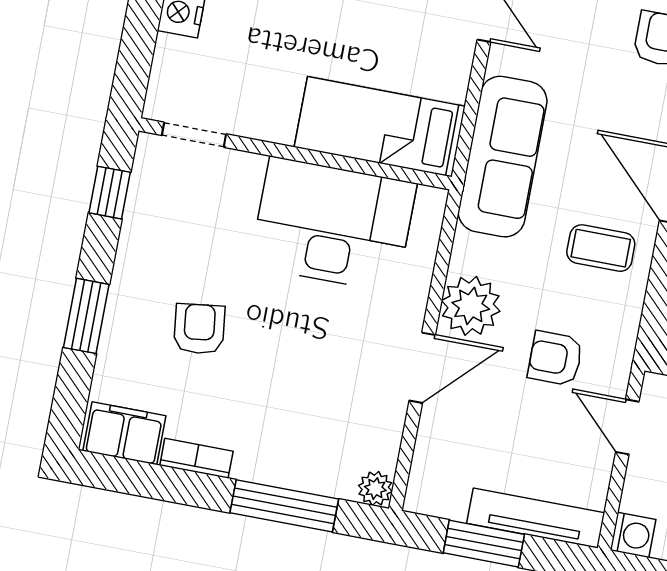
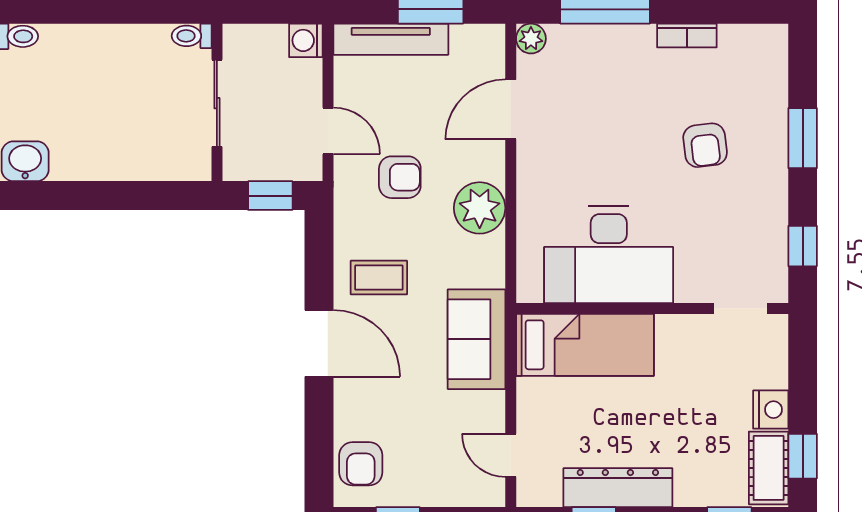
sofa: (503, 157) -> (476, 339), width x0.73
door: (422, 368) -> (511, 109), moved
filing cabinet: (124, 433) -> (752, 45), removed

